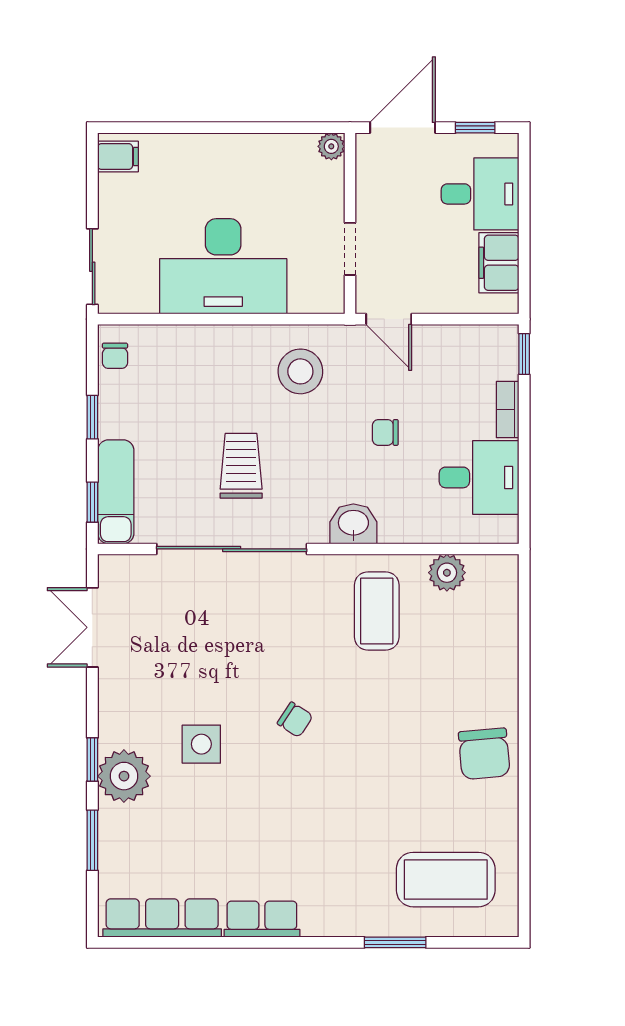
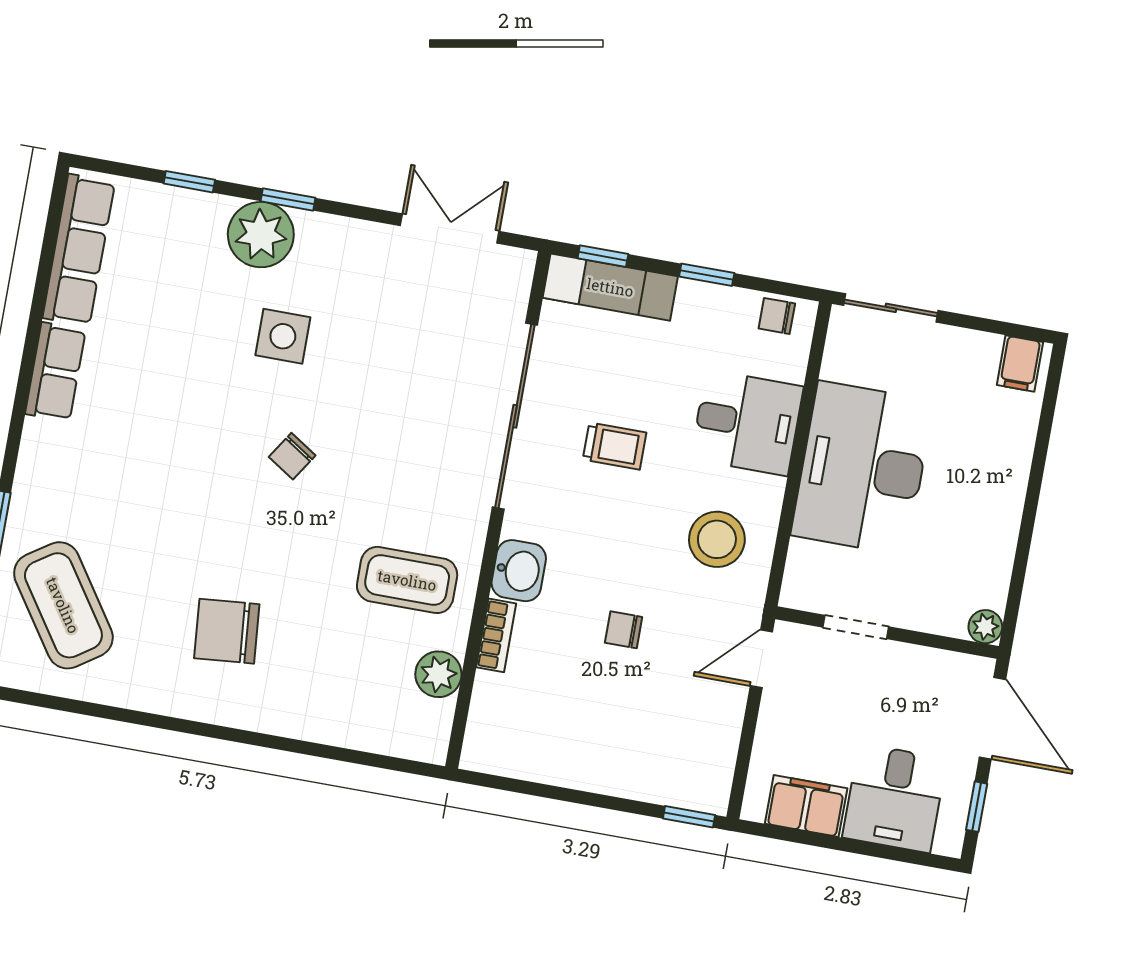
bookcase: (508, 410) -> (496, 635), moved, turned 90
chair: (385, 432) -> (624, 630), turned -90
trolley: (241, 466) -> (615, 446), width x0.73, depth x0.72
desk: (479, 477) -> (747, 423), moved, turned -90
chair: (484, 754) -> (227, 631), moved
window: (92, 840) -> (189, 182), width x0.67
coffee table: (446, 880) -> (63, 605), turned -34

